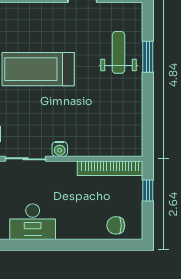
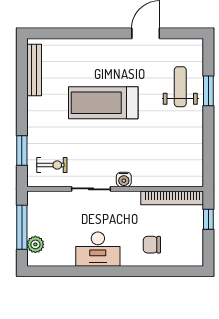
chair: (116, 225) -> (152, 245), moved

